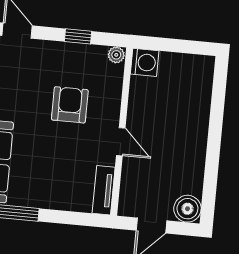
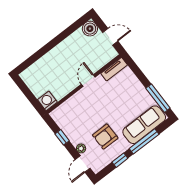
plant: (116, 55) -> (81, 148), moved
armchair: (70, 105) -> (105, 137), moved

